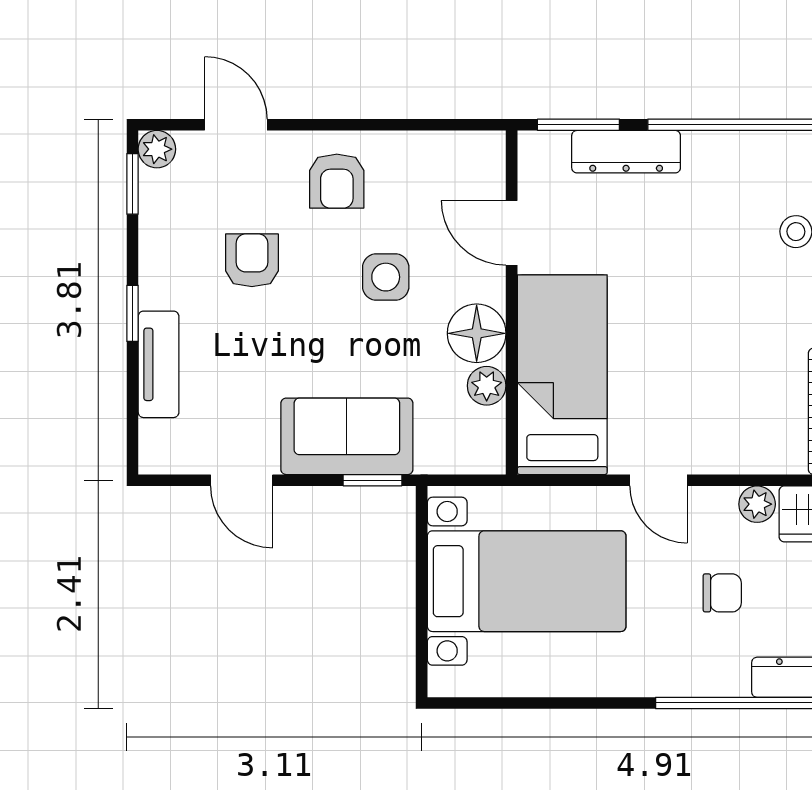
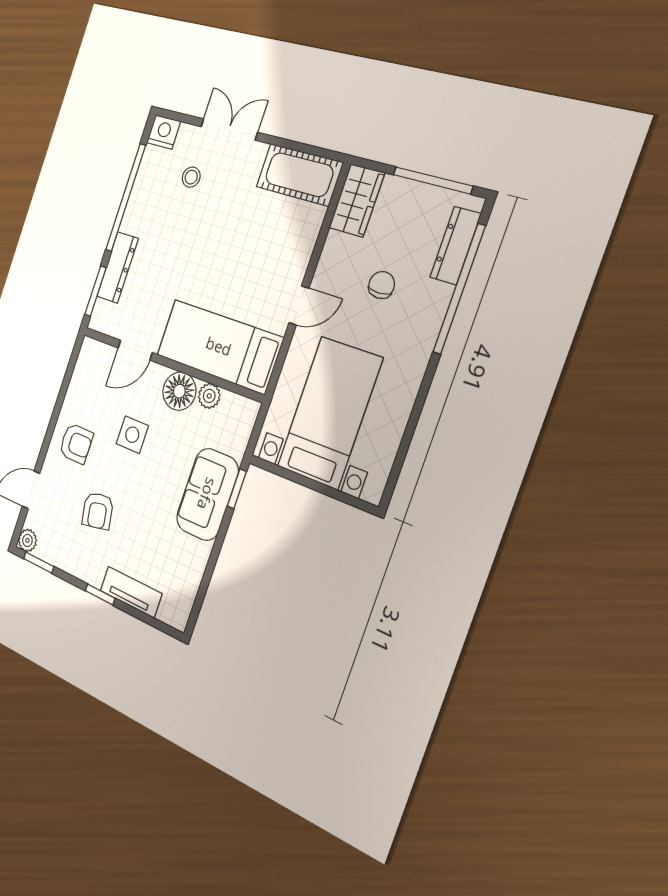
armchair: (252, 260) -> (98, 511), turned -101
door: (242, 480) -> (209, 571), removed
plant: (757, 504) -> (335, 245), removed

